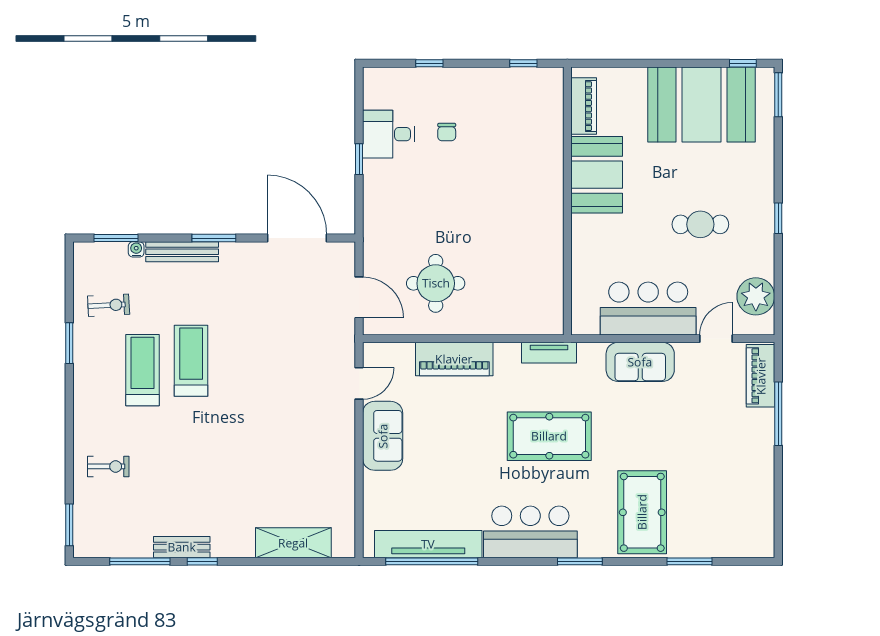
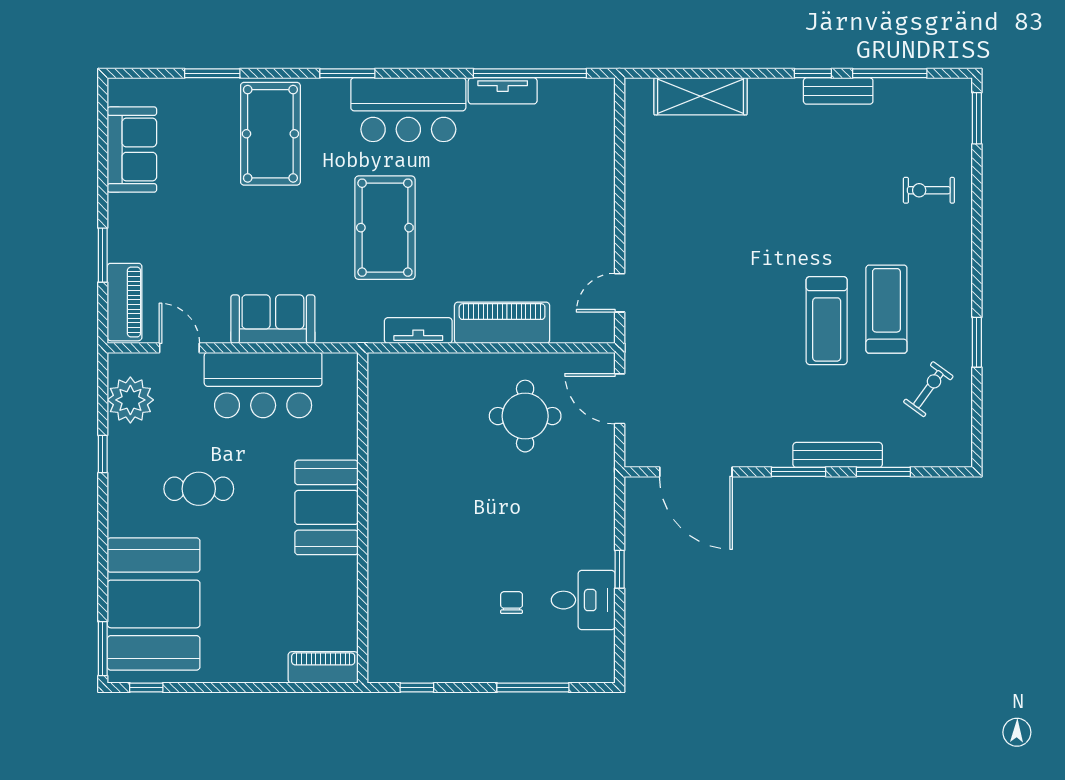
window: (429, 63) -> (533, 687), width x2.17
booth: (702, 104) -> (154, 604), moved, turned 90
piano: (584, 106) -> (323, 667), moved, turned 90
booth: (597, 175) -> (327, 507), moved
window: (778, 218) -> (103, 454), moved
window: (116, 238) -> (883, 472), moved
water cooler: (136, 249) -> (894, 458), removed
exercise bike: (109, 305) -> (928, 389), turned 129
door: (716, 339) -> (179, 348), swing flipped
tv unit: (549, 353) -> (418, 331), moved
treadmill: (143, 370) -> (886, 309), turned 180
window: (778, 414) -> (103, 255), width x0.69
sofa: (383, 436) -> (132, 150), moved, turned 180
pool table: (549, 436) -> (385, 228), turned 90
tv unit: (428, 544) -> (503, 91), width x0.52, depth x0.78

